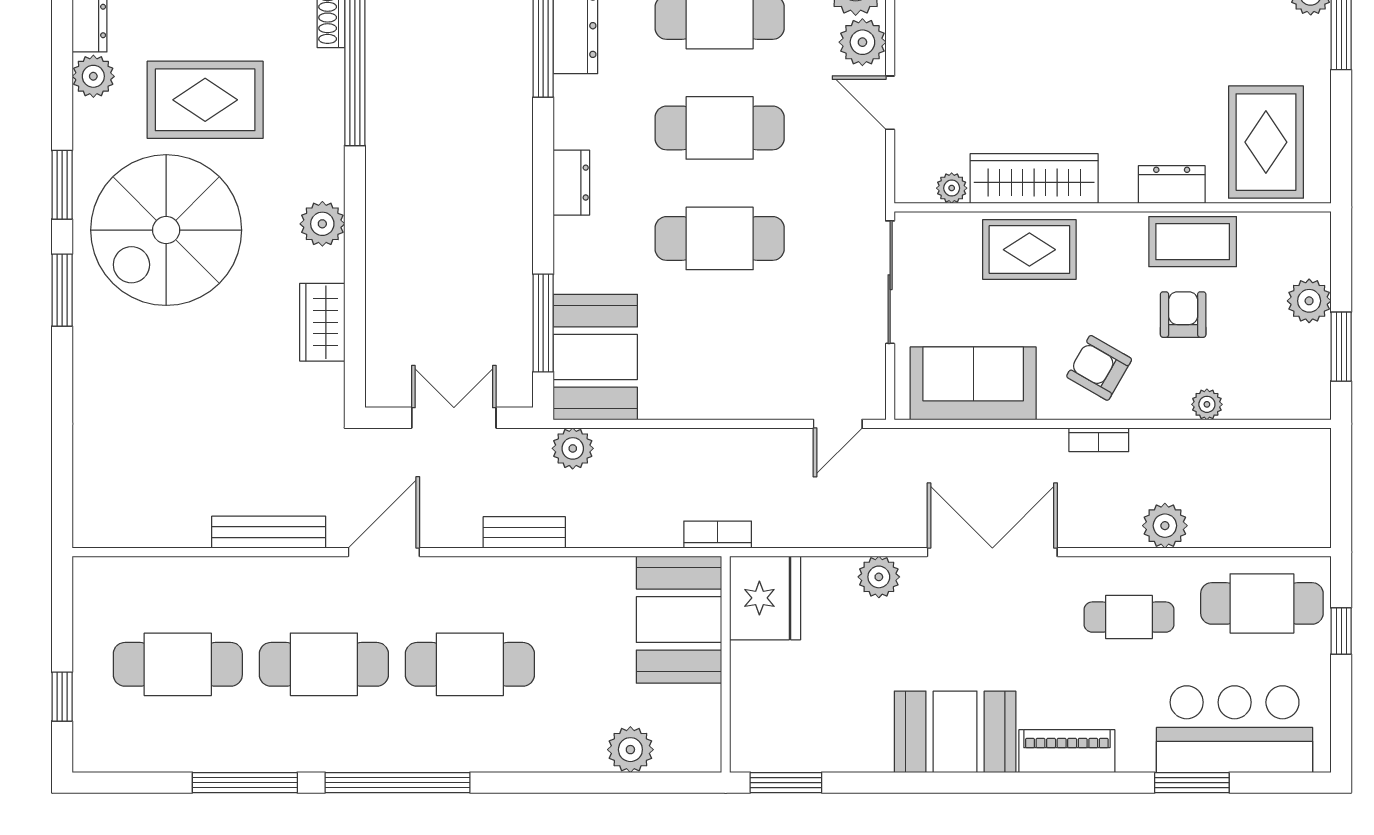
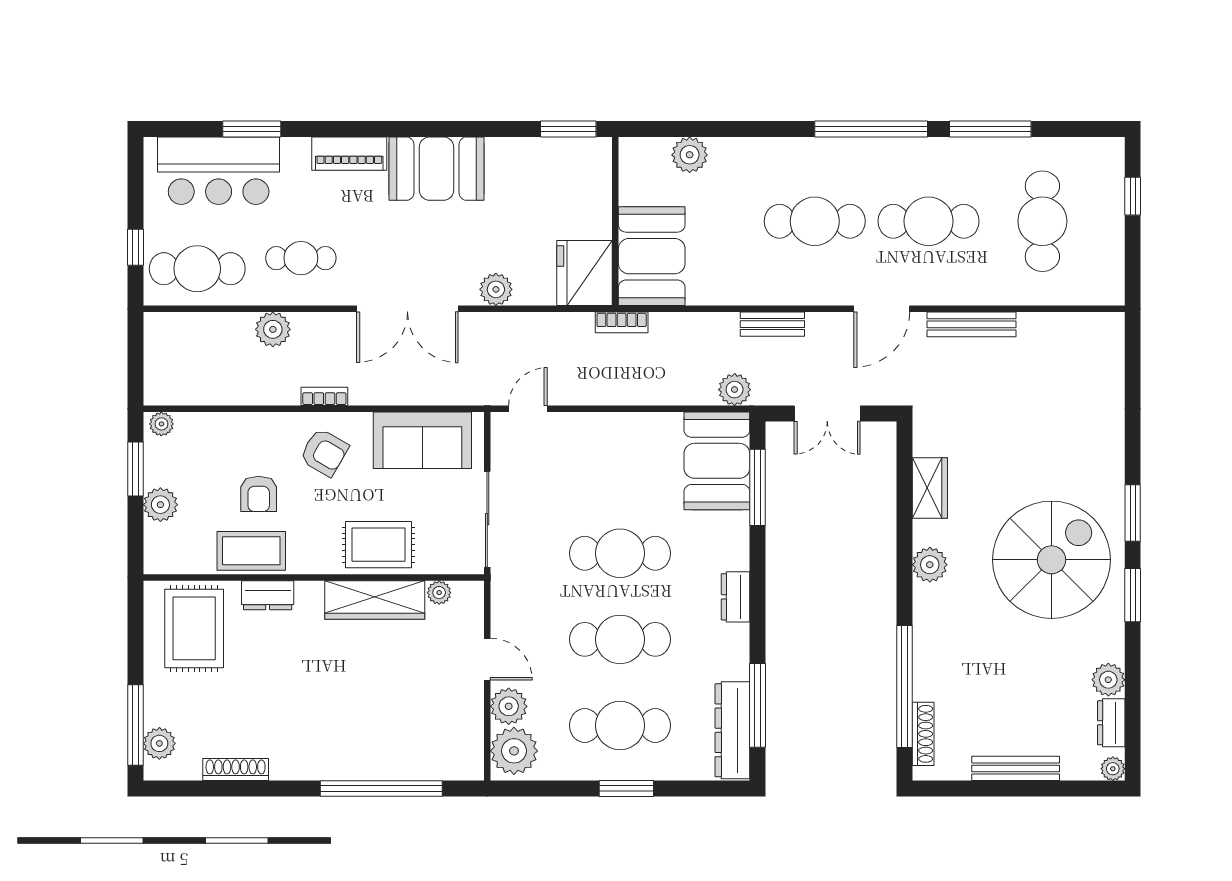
rug: (205, 100) -> (1021, 661), removed
plant: (1207, 404) -> (161, 424), moved
cafe table: (178, 664) -> (1042, 221), turned 90

